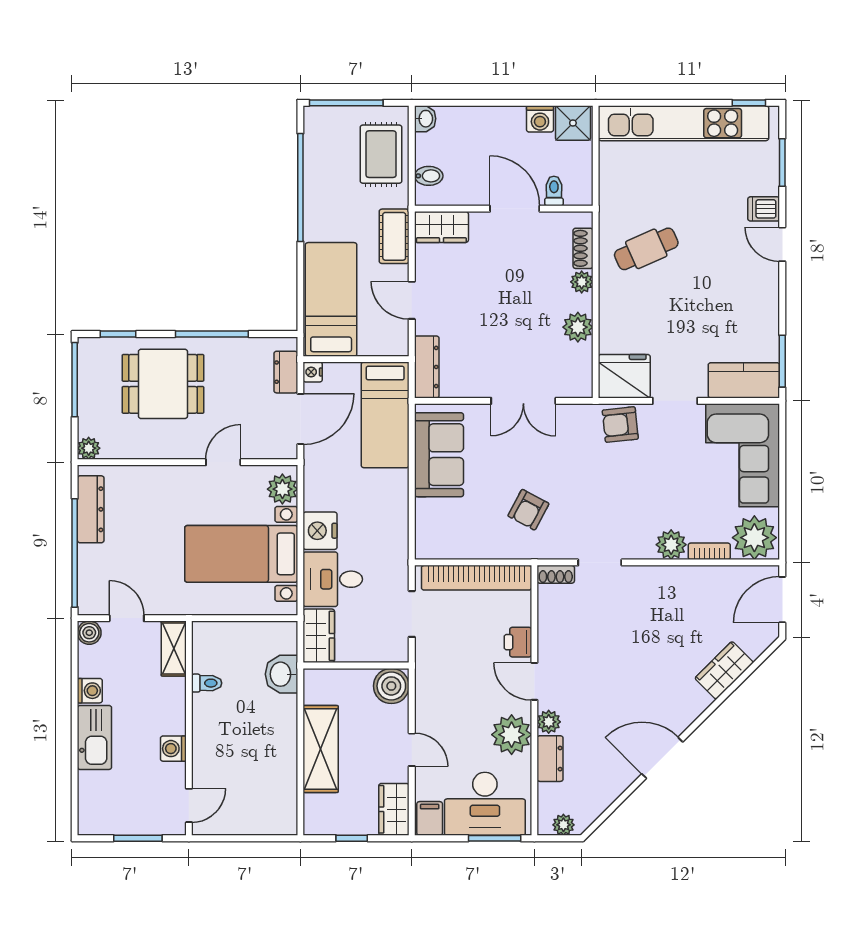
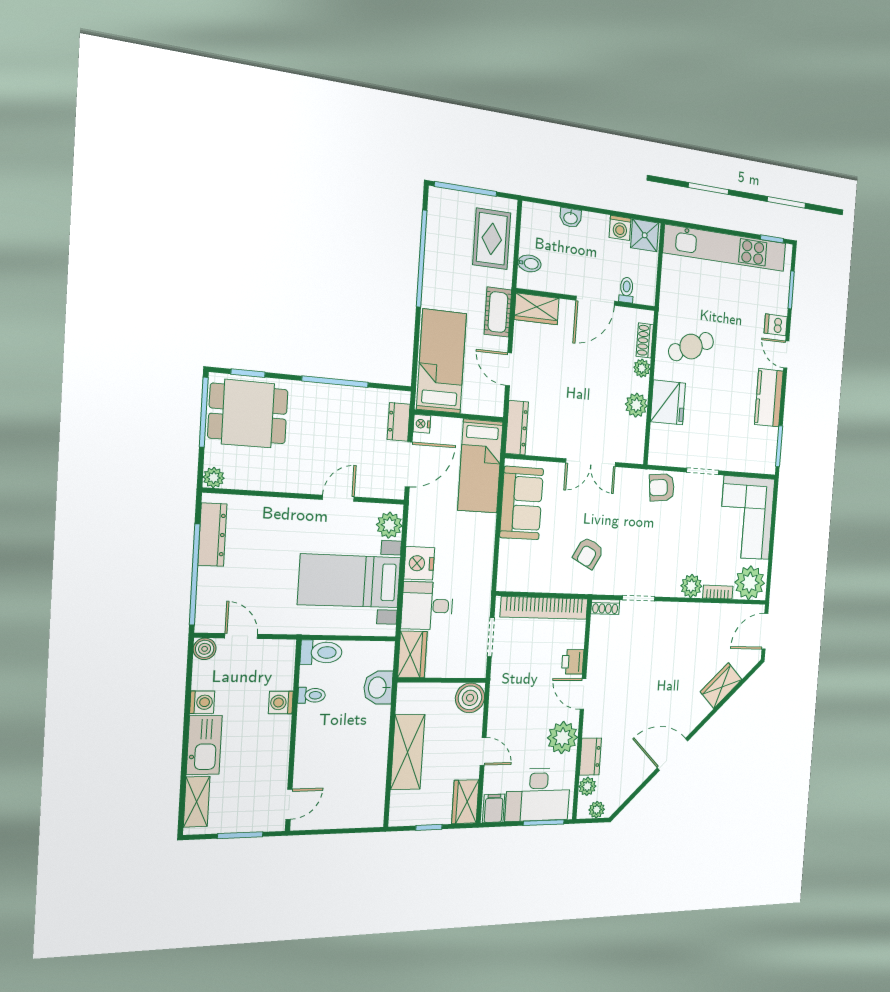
washbasin: (425, 119) -> (571, 218), moved, turned 90
door: (515, 209) -> (595, 301), swing flipped
fridge: (624, 376) -> (668, 402), moved, turned 90
kitchen counter: (744, 380) -> (769, 398), moved, turned -90
dining table: (163, 384) -> (248, 414), moved
toilet: (214, 635) -> (321, 652), added
shelving: (174, 649) -> (197, 802), moved
plant: (549, 722) -> (587, 786), moved
washing machine: (173, 749) -> (281, 702), moved

